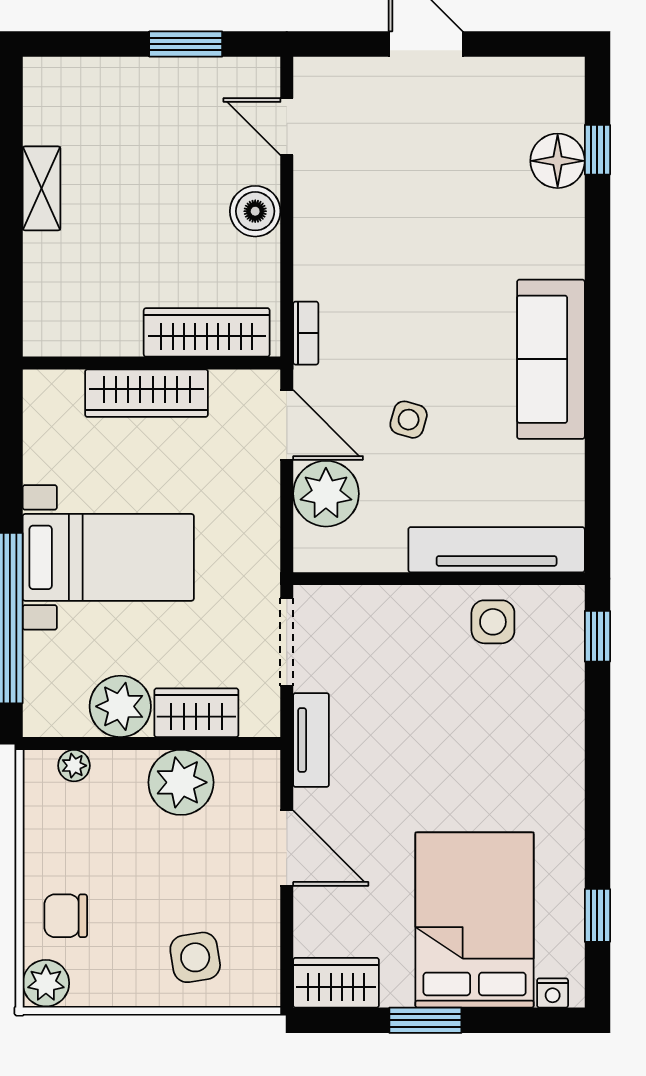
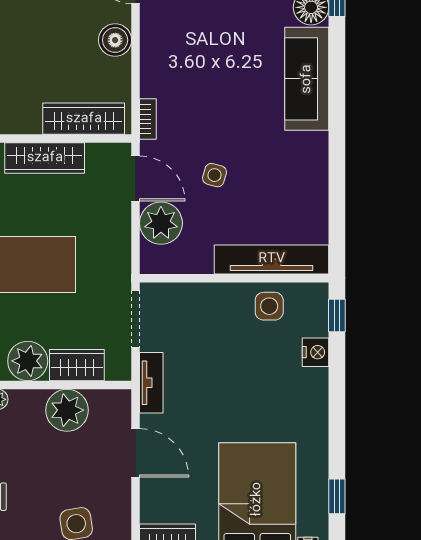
sofa: (551, 359) -> (307, 79), moved
nightstand: (564, 693) -> (316, 352), added

